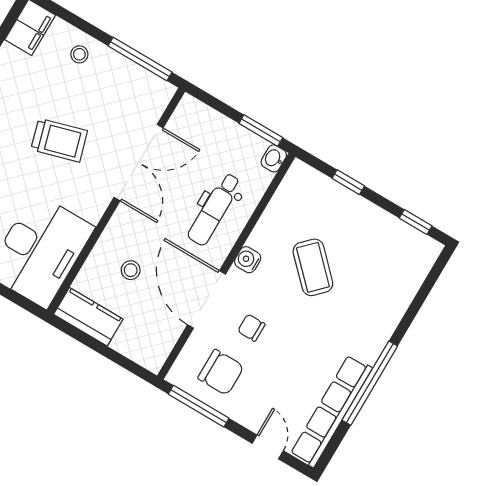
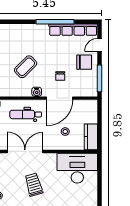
dental chair: (214, 209) -> (26, 114), turned 180
chair: (221, 372) -> (84, 62), moved, turned 90

